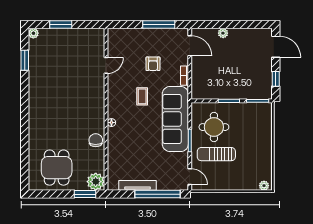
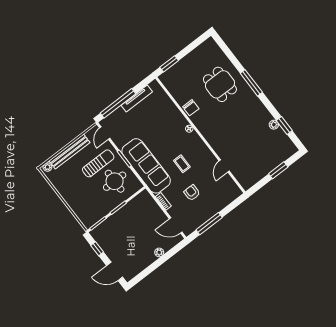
plant: (33, 33) -> (274, 125), moved
window: (25, 121) -> (251, 83), added
dining table: (57, 168) -> (220, 84), moved
door: (190, 177) -> (105, 133), hinge flipped
plant: (96, 182) -> (168, 78), removed
bench: (234, 184) -> (69, 152), added

